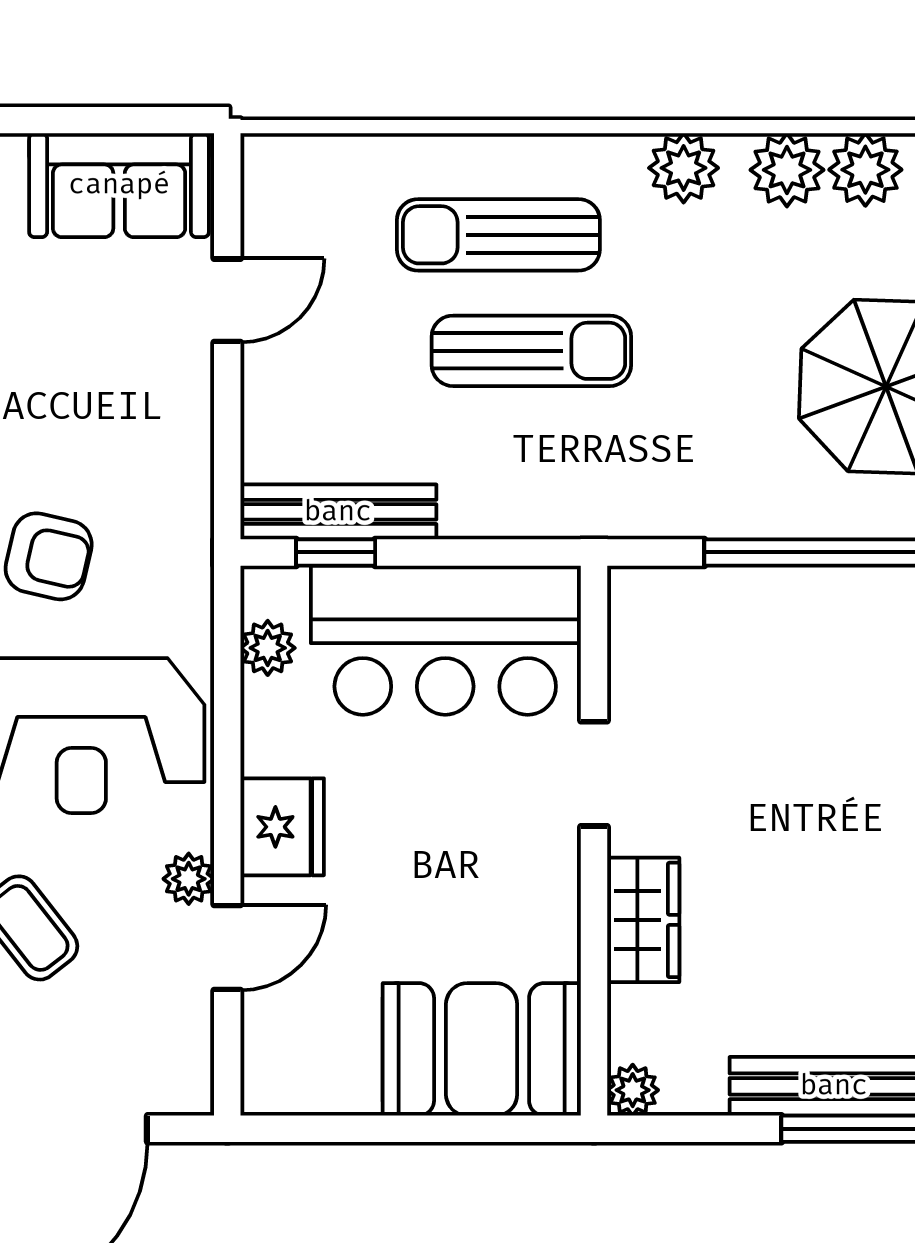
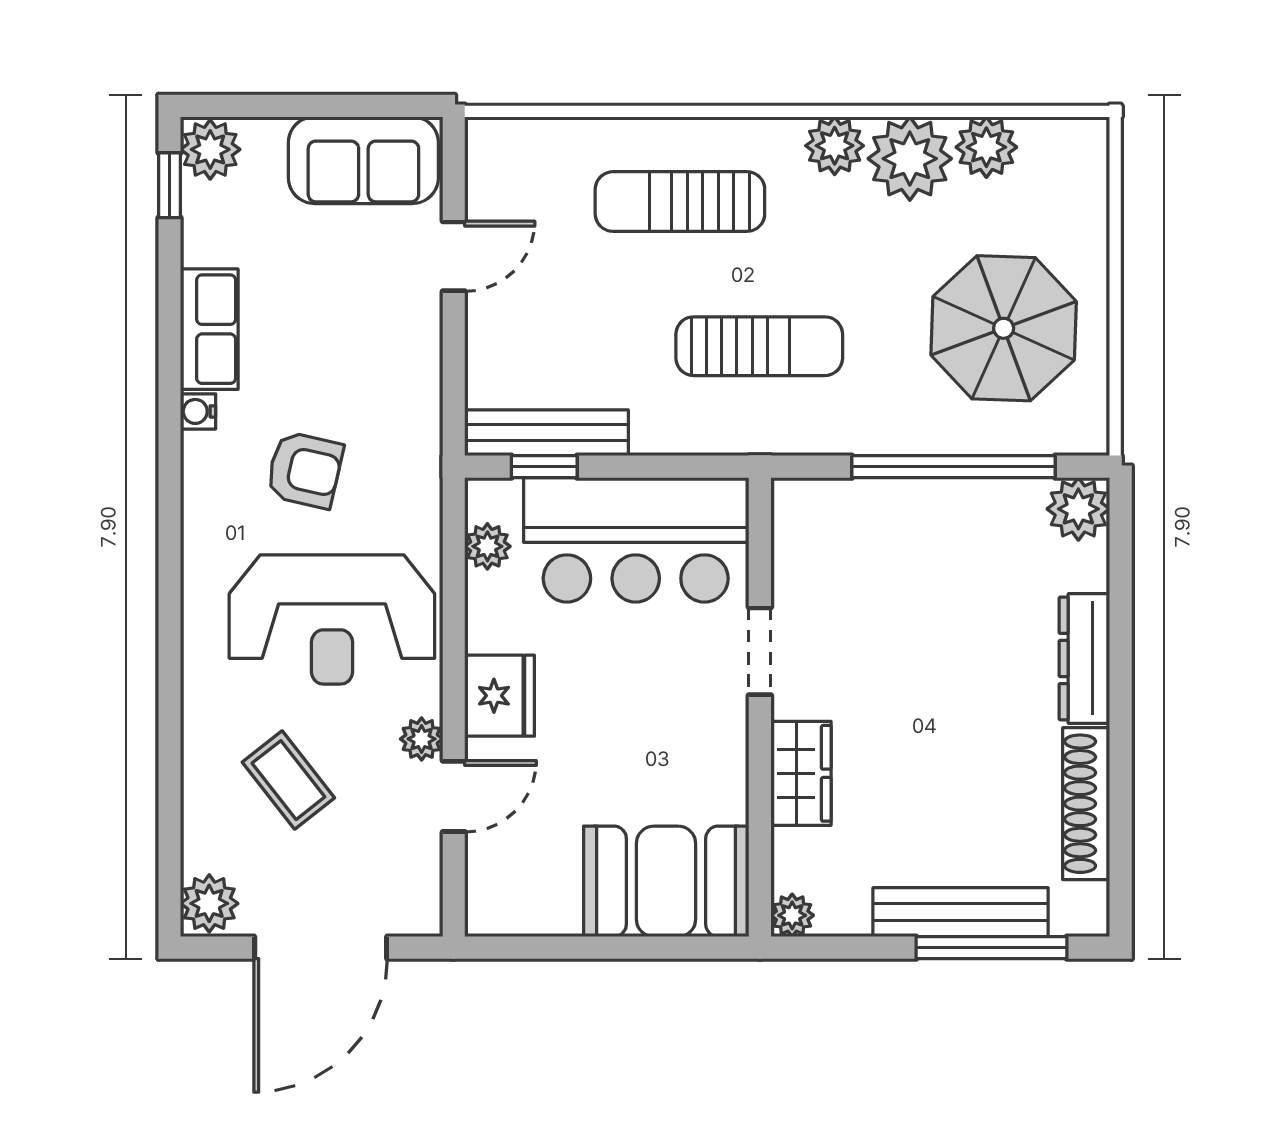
plant: (787, 170) -> (910, 159), width x1.36, depth x1.36
sun lounger: (531, 351) -> (759, 346), moved

